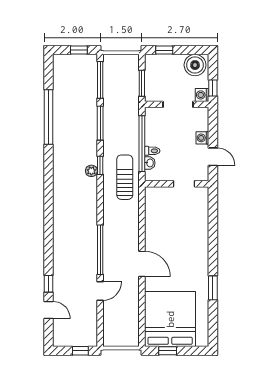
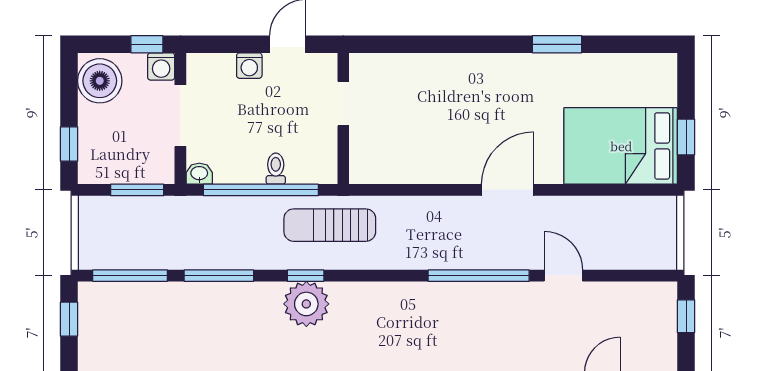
washbasin: (150, 163) -> (199, 174), moved
plant: (91, 171) -> (306, 304), width x1.88, depth x1.88
bed: (170, 319) -> (621, 146), width x0.73

